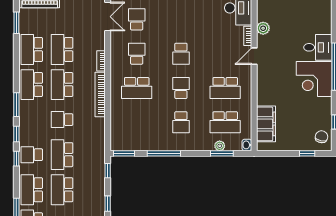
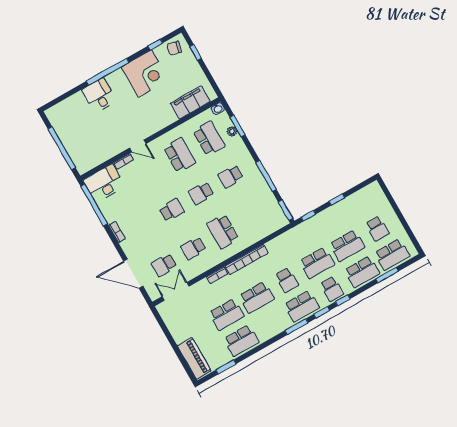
plant: (263, 28) -> (109, 152), removed
corner desk: (314, 79) -> (145, 73), moved
school desk: (32, 85) -> (302, 306), moved
school desk: (137, 88) -> (223, 231), turned 180
school desk: (181, 122) -> (231, 176), turned 180

